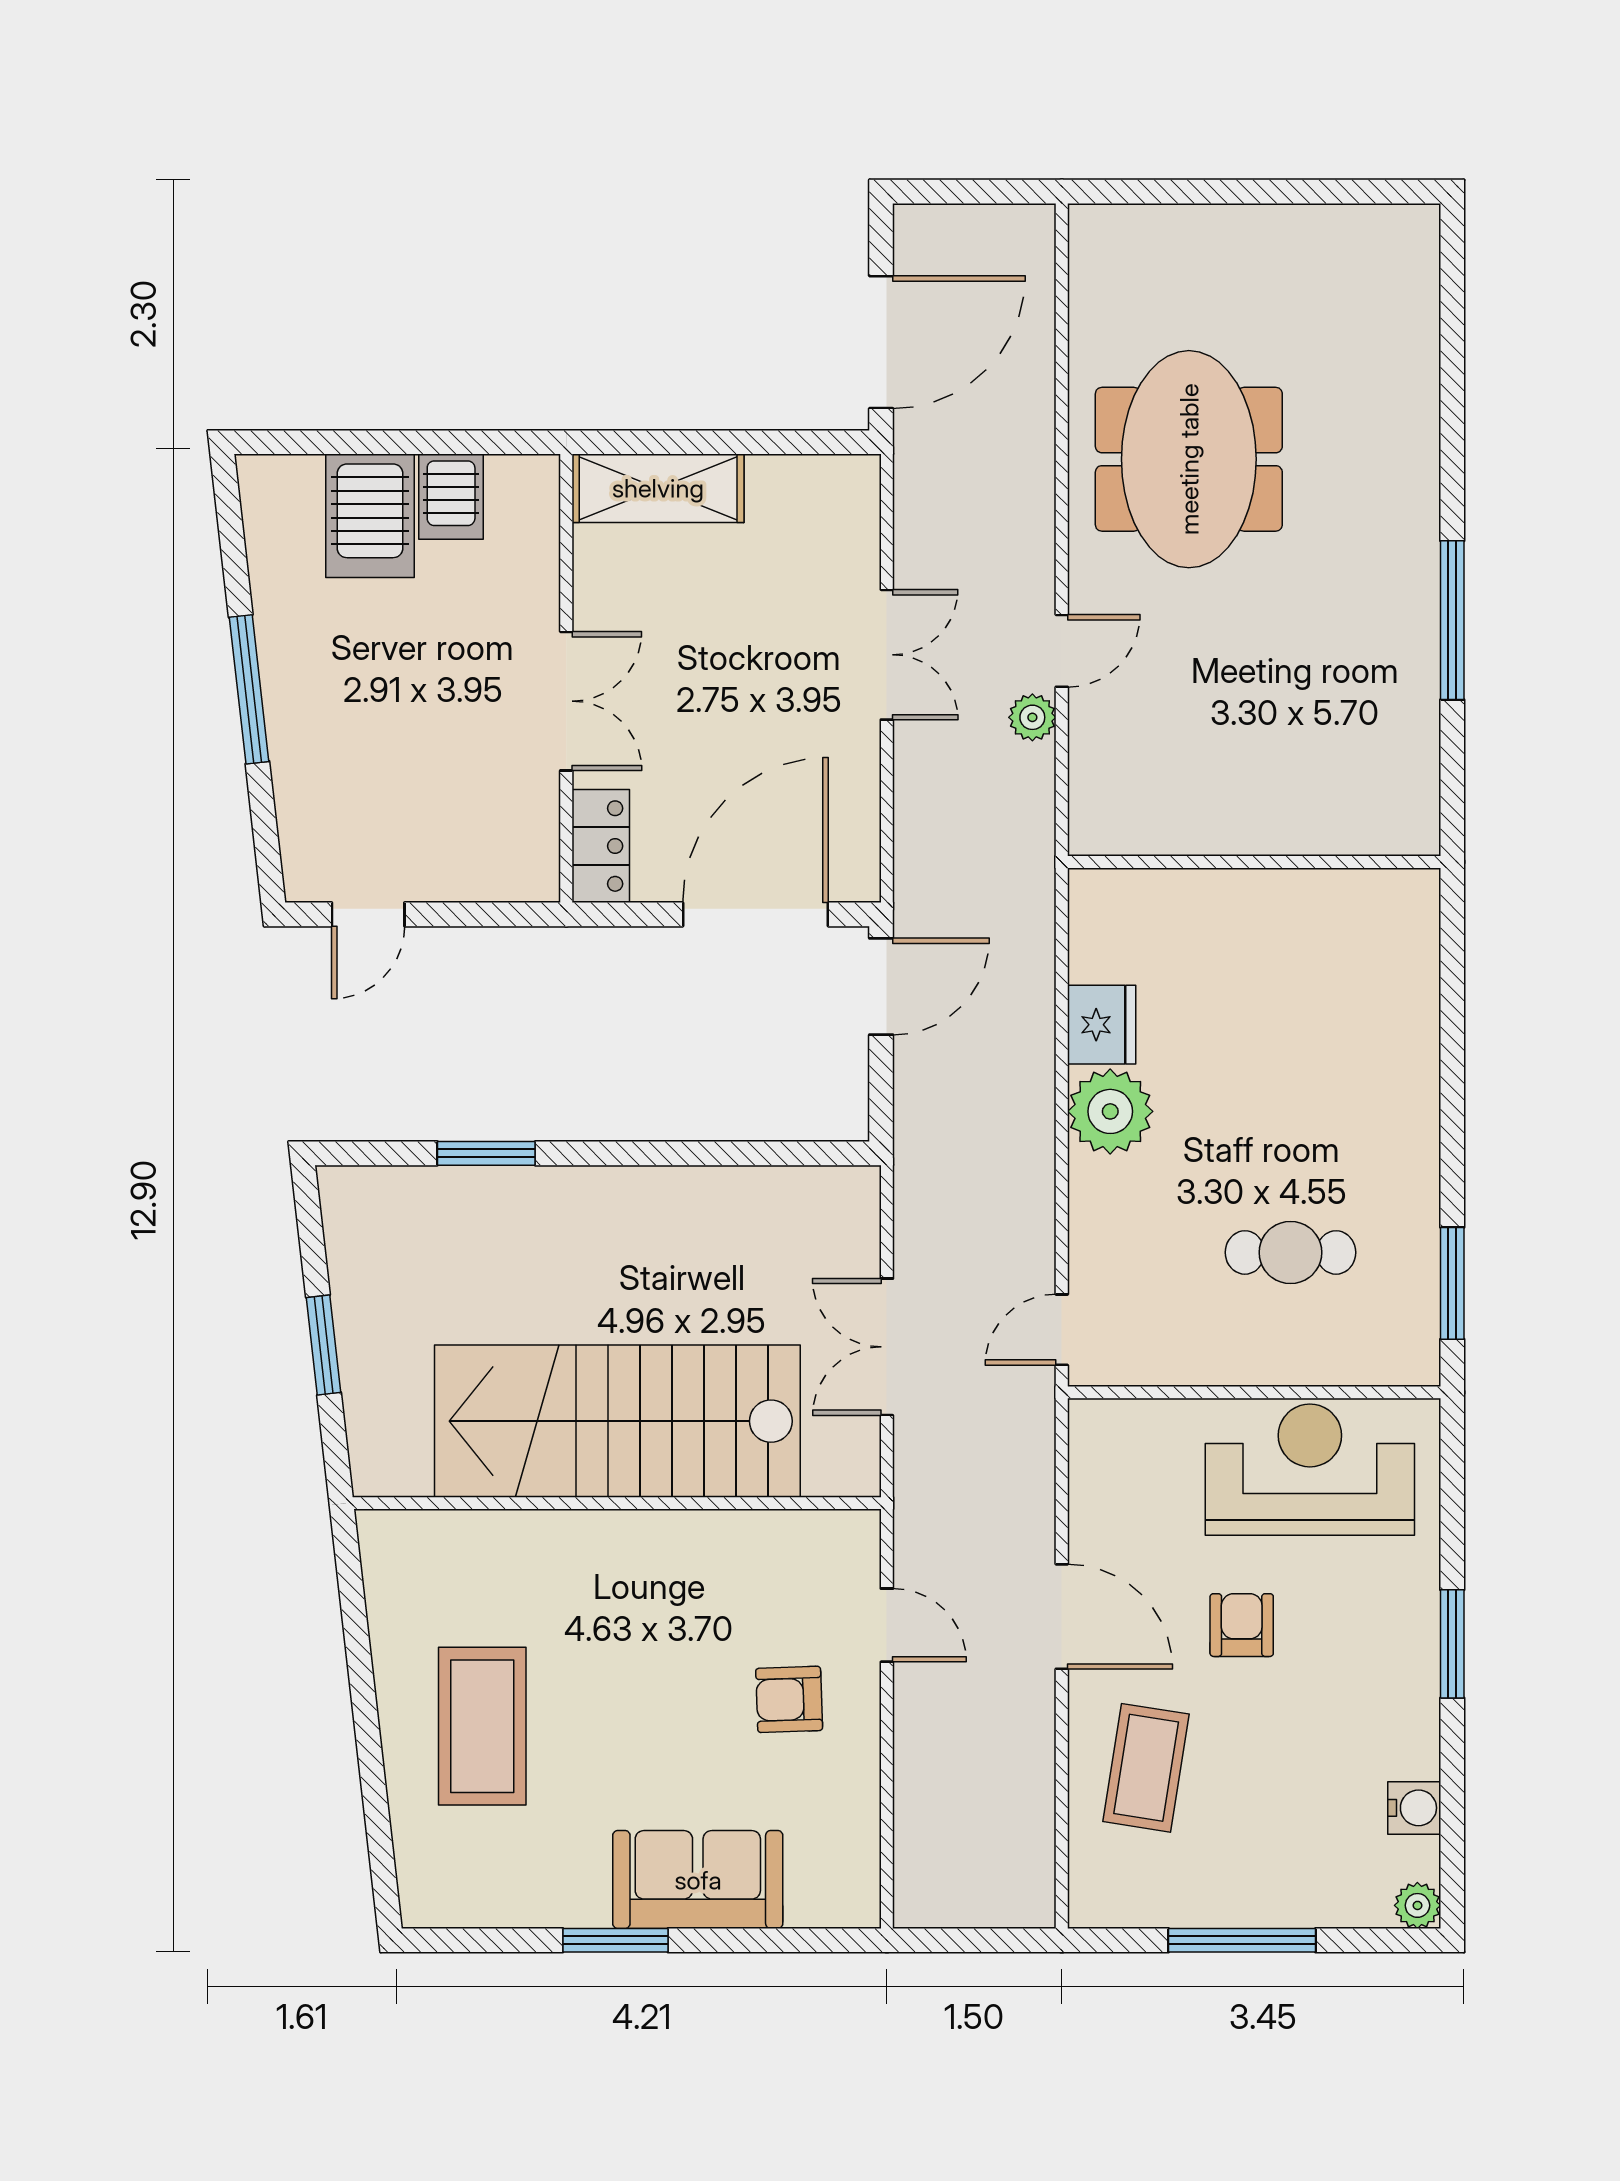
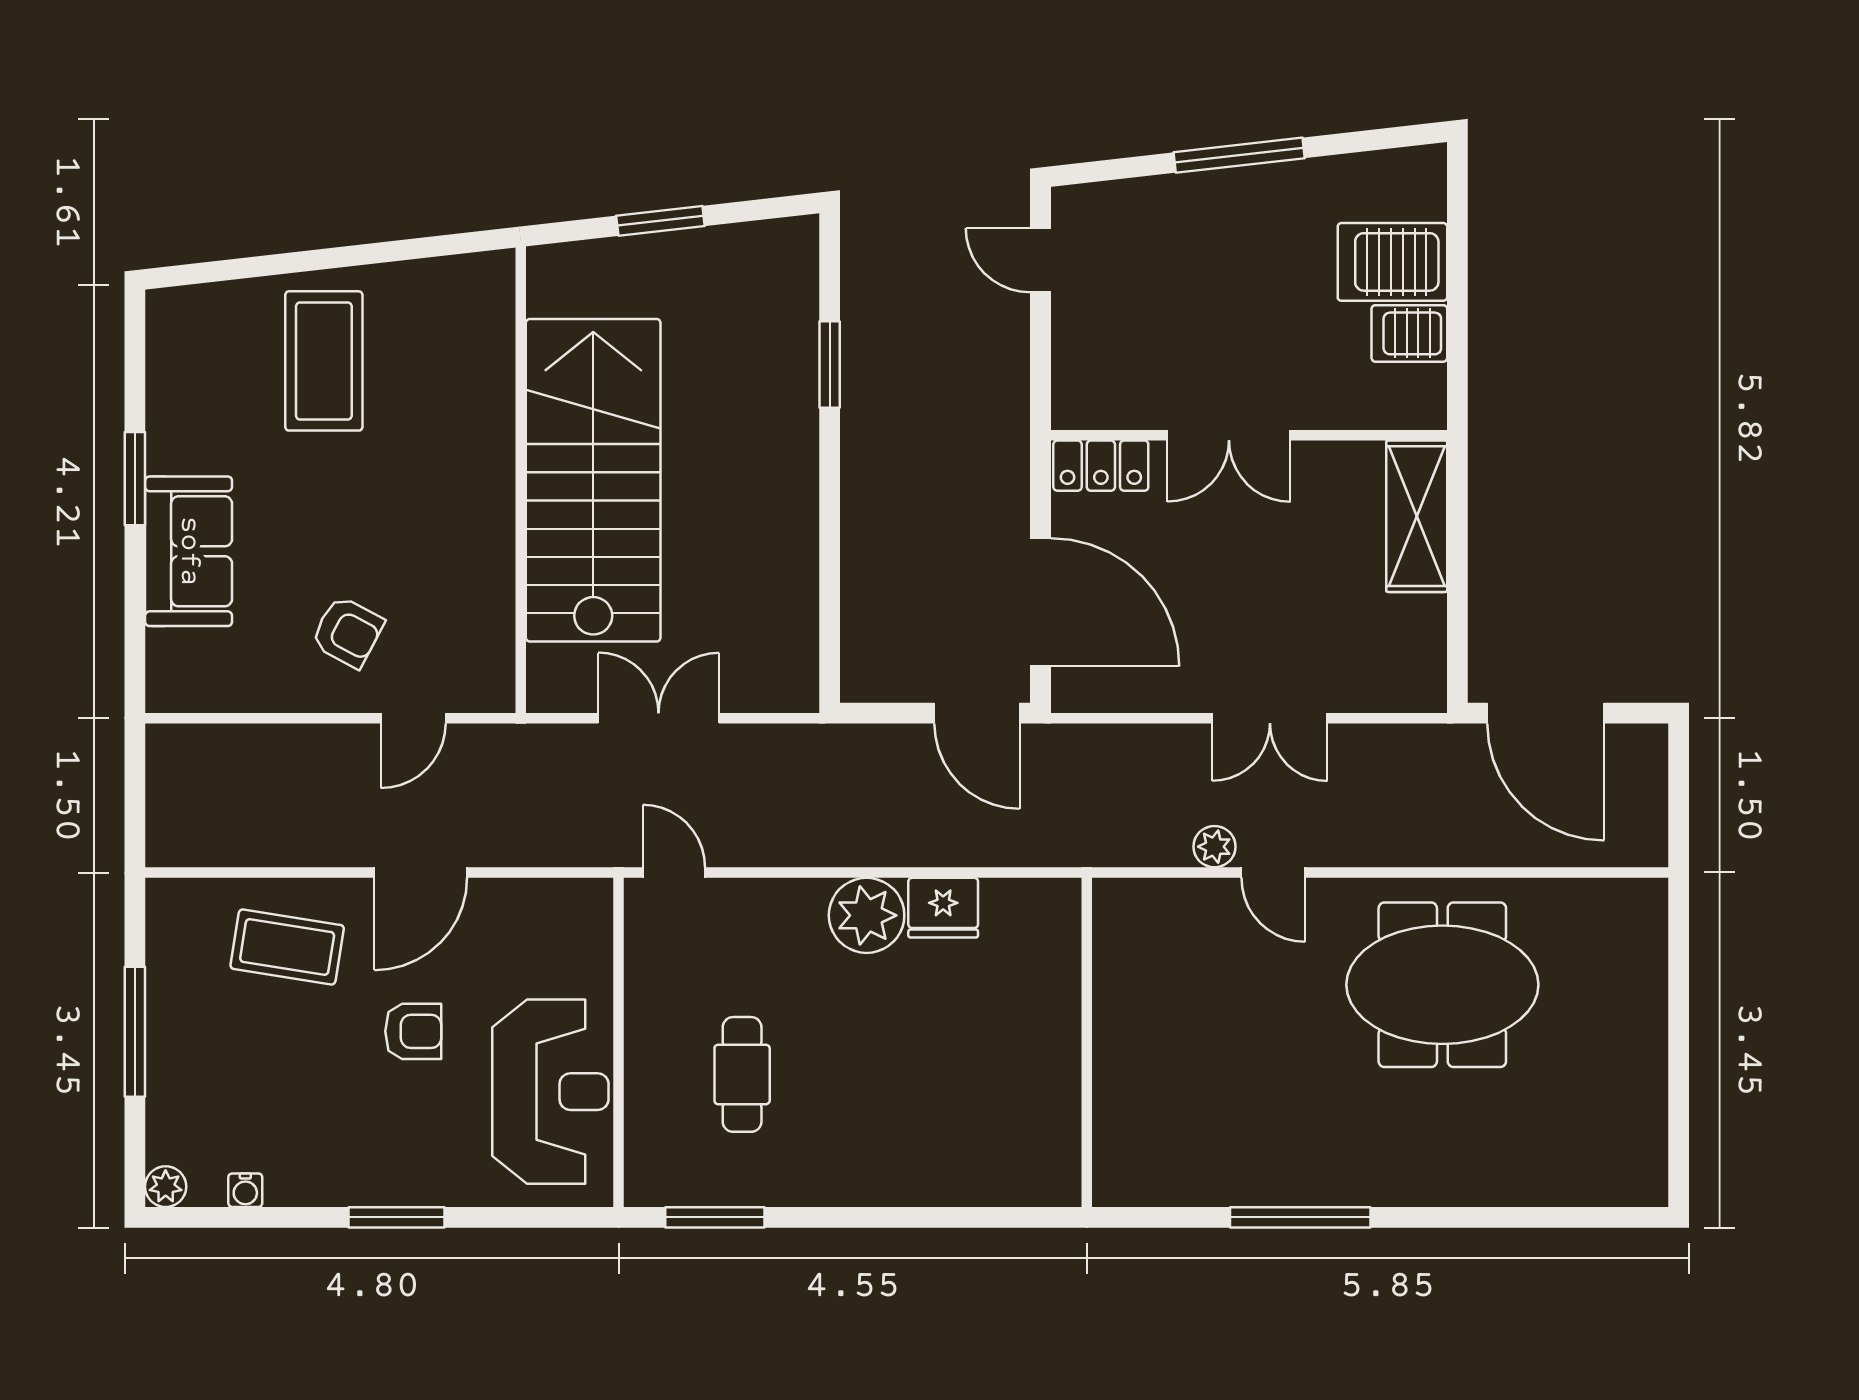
armchair: (789, 1699) -> (348, 632), turned 120
coffee table: (482, 1726) -> (324, 361), turned 90
water cooler: (1414, 1808) -> (245, 1190), width x0.72, depth x0.72

